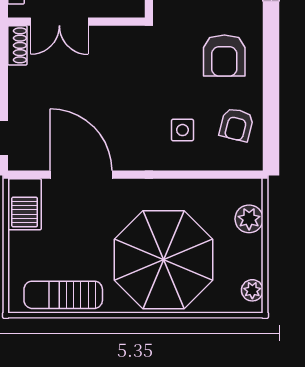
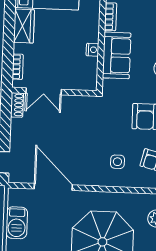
barbecue: (25, 204) -> (17, 223), moved

